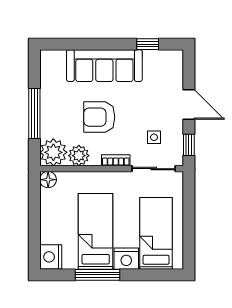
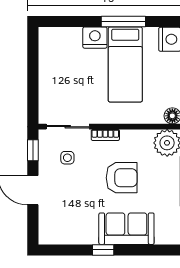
window: (148, 44) -> (103, 250), moved
sofa: (104, 66) -> (126, 229), width x0.73
plant: (79, 156) -> (142, 140), removed
bed: (156, 233) -> (65, 62), removed

